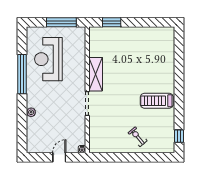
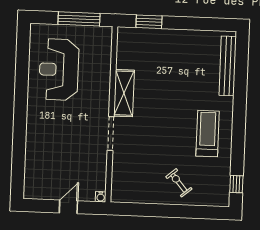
bench: (169, 52) -> (228, 66), added
window: (22, 74) -> (21, 89), removed
treadmill: (157, 101) -> (208, 134), turned 90
plant: (31, 112) -> (32, 143), removed

